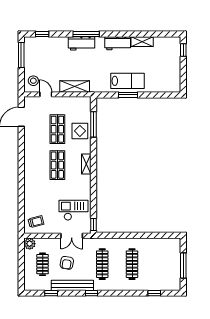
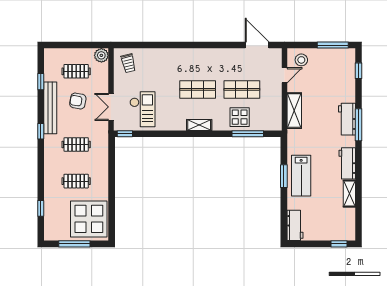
workbench: (168, 86) -> (295, 225), added
display table: (163, 254) -> (89, 219), added
clothes rail: (102, 264) -> (76, 144), width x0.73
clothes rail: (132, 264) -> (76, 181), width x0.73

